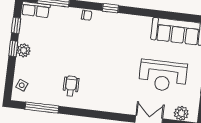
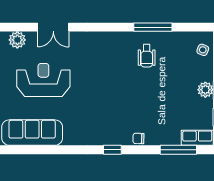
window: (42, 108) -> (153, 27), moved

